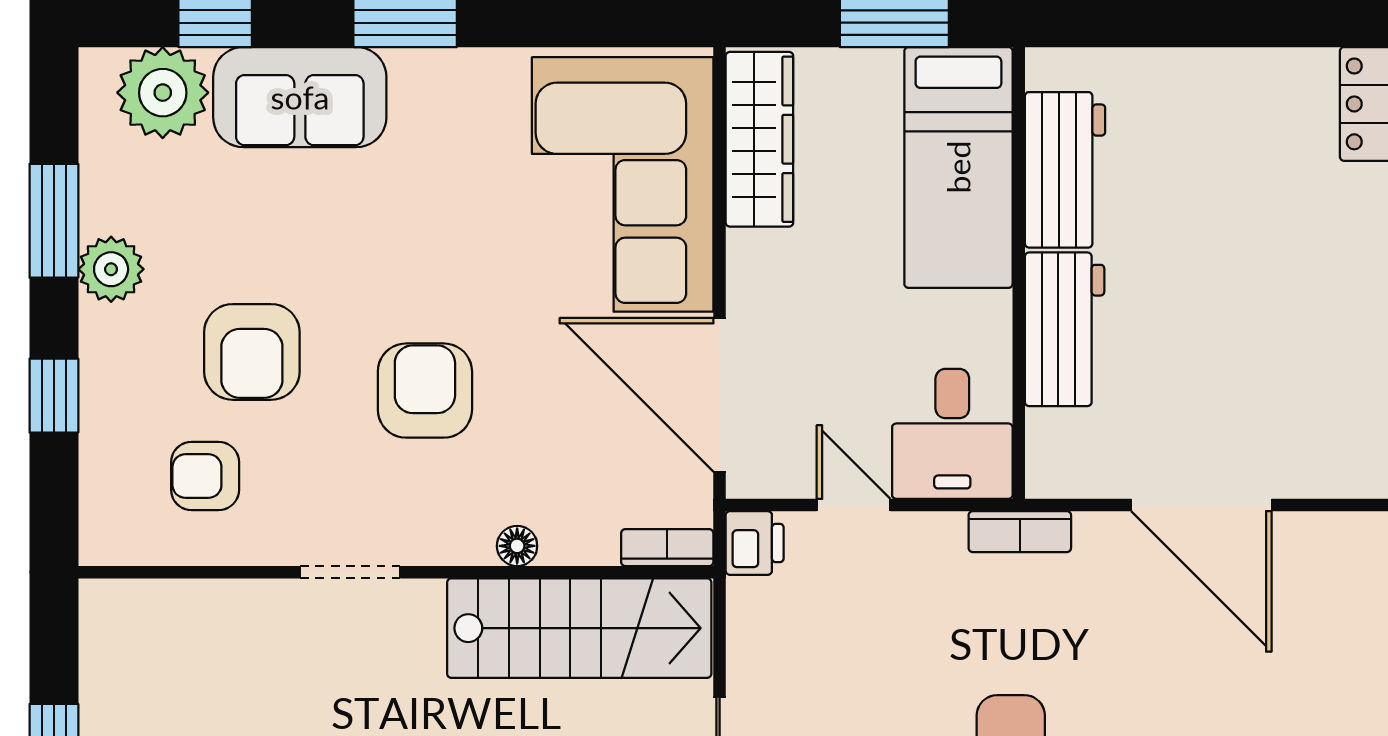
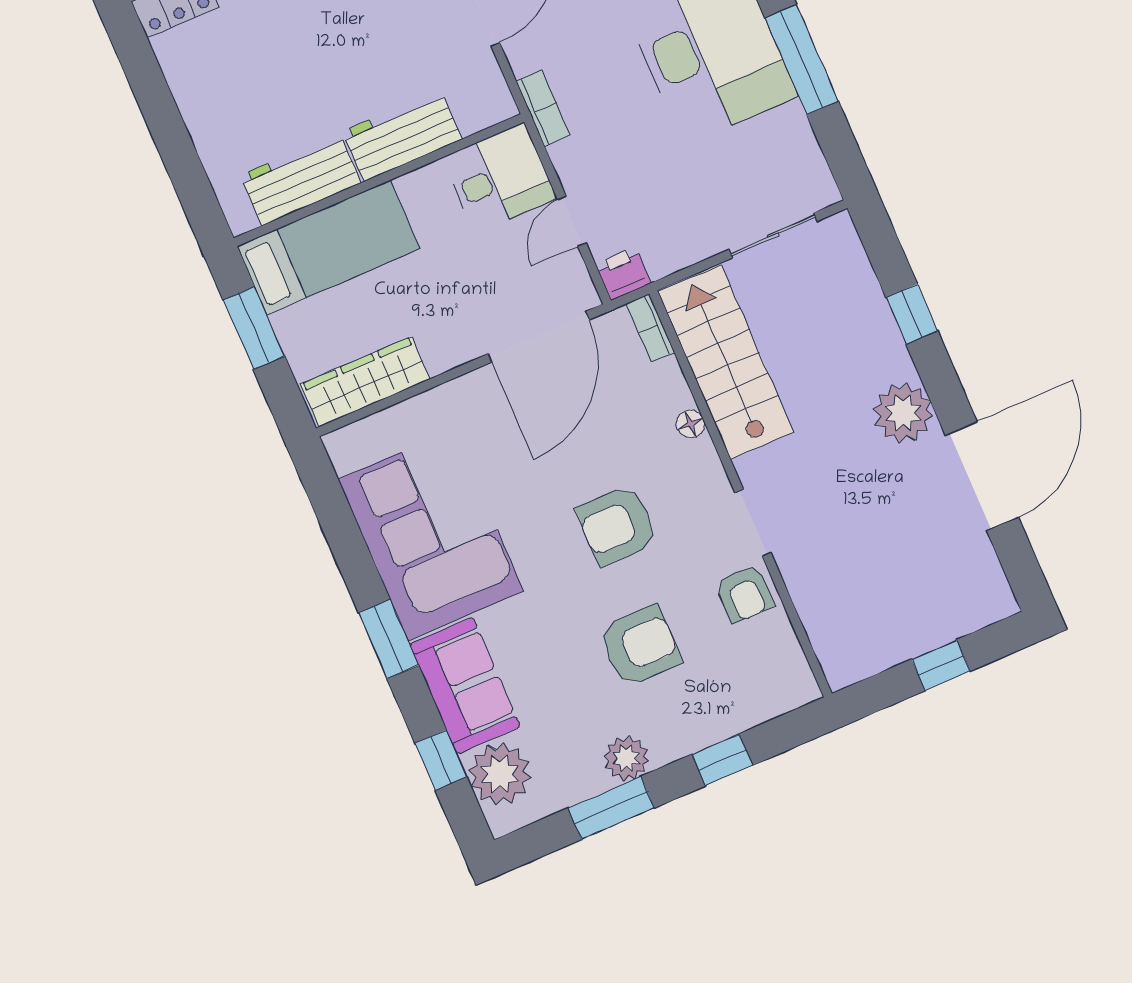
corner sofa: (623, 184) -> (431, 535), moved, turned -90
armchair: (205, 476) -> (745, 594), moved

